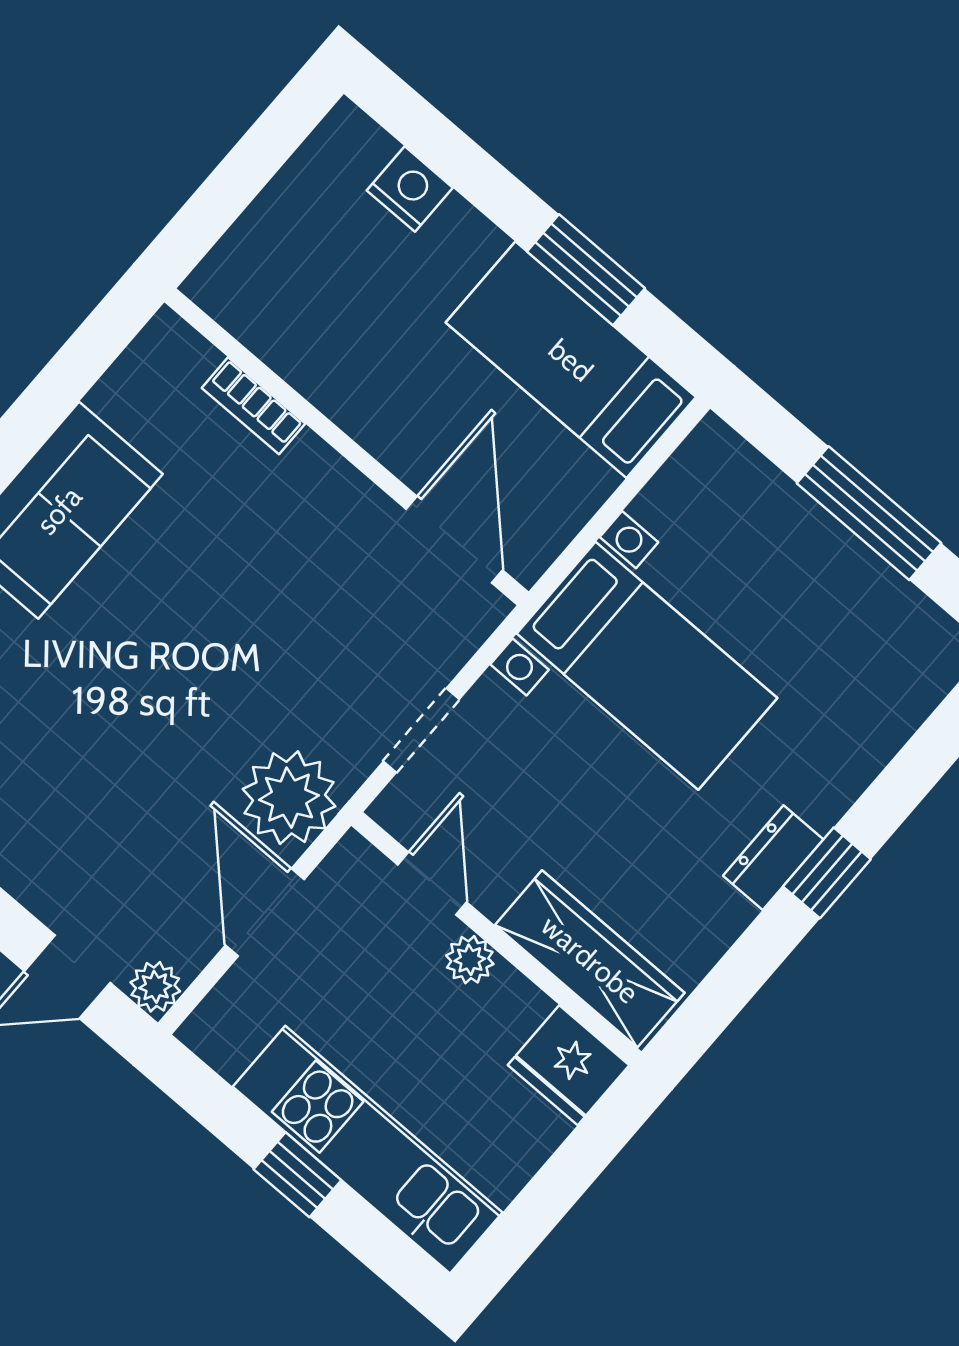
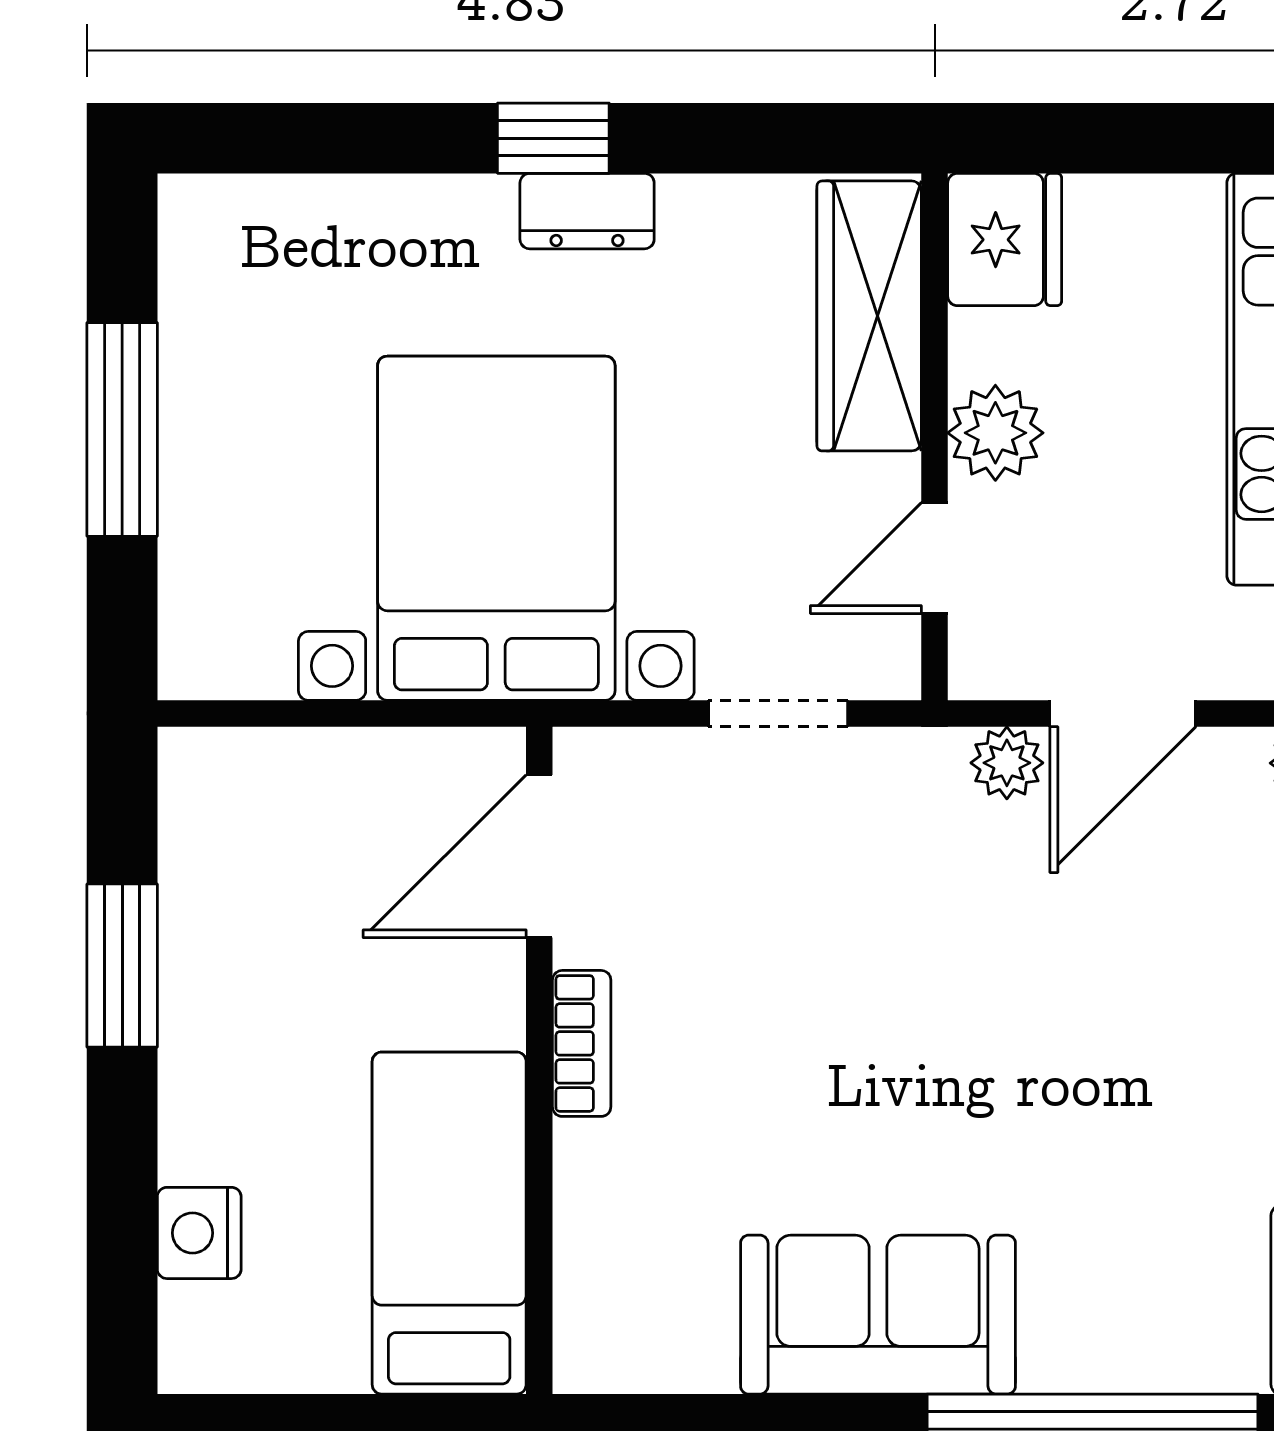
bed: (571, 360) -> (449, 1223), moved, turned 180
bookcase: (254, 406) -> (582, 1043), moved
bed with nightstands: (647, 666) -> (496, 528), width x1.36
plant: (289, 798) -> (1007, 763), width x0.53, depth x0.53
plant: (470, 960) -> (995, 433), width x1.38, depth x1.38

